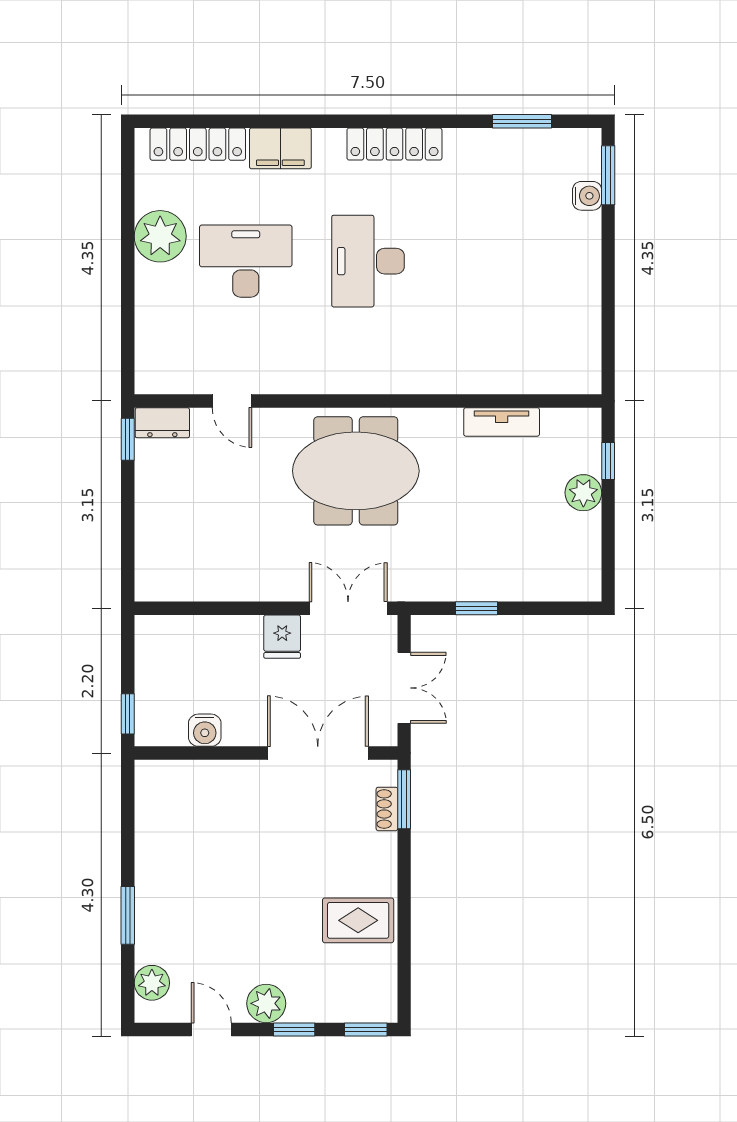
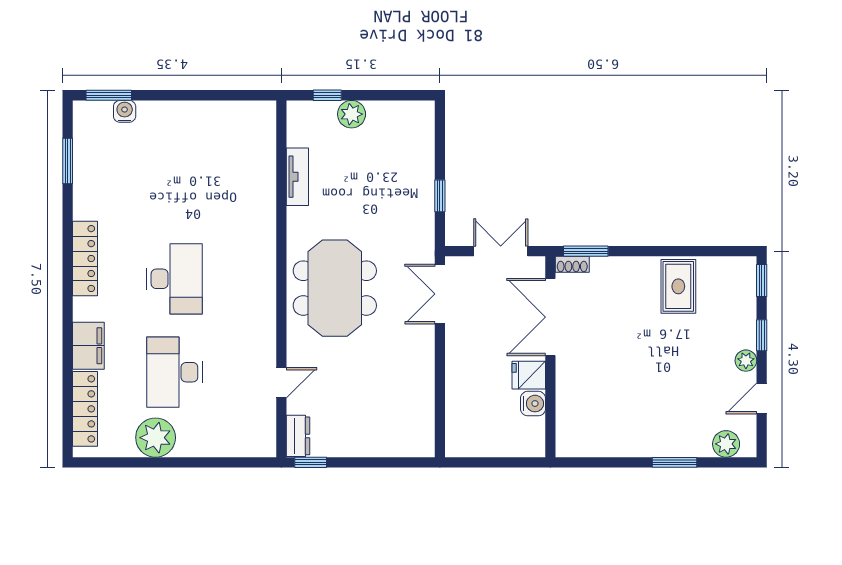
desk: (368, 261) -> (174, 279), turned -90
fridge: (282, 637) -> (529, 375), moved, turned 180
window: (128, 714) -> (521, 462), removed
shoe rack: (387, 809) -> (572, 264), moved
plant: (266, 1003) -> (746, 361), width x0.73, depth x0.73

